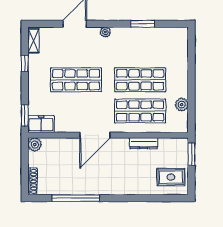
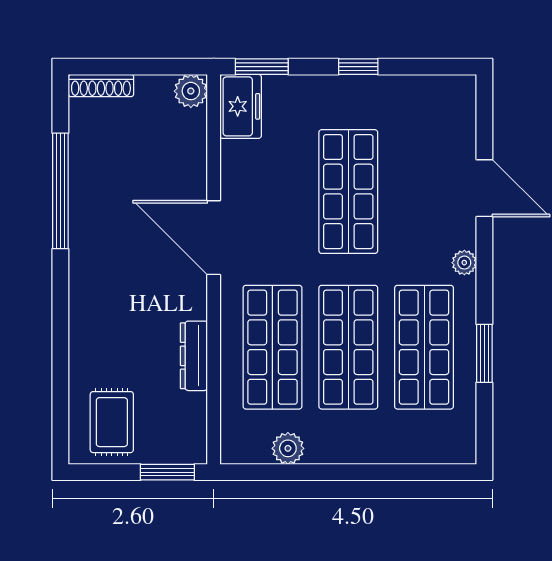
shelving: (33, 41) -> (443, 88), removed
shop shelf: (140, 49) -> (424, 347), added
window: (25, 63) -> (358, 67), moved

